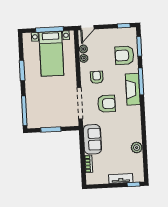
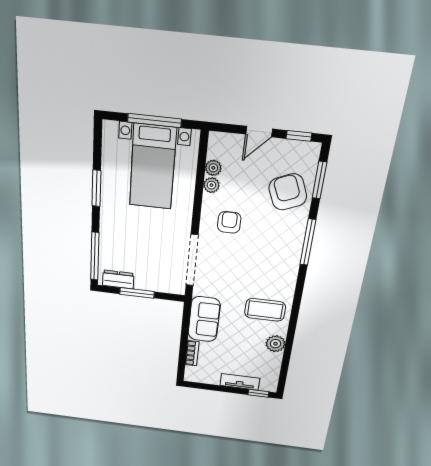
door: (87, 28) -> (259, 132), moved
armchair: (124, 55) -> (288, 192), turned 67
fireplace: (133, 89) -> (290, 253), removed
armchair: (106, 104) -> (238, 269), removed
dresser: (39, 123) -> (118, 279), added
coffee table: (126, 126) -> (265, 310), added

